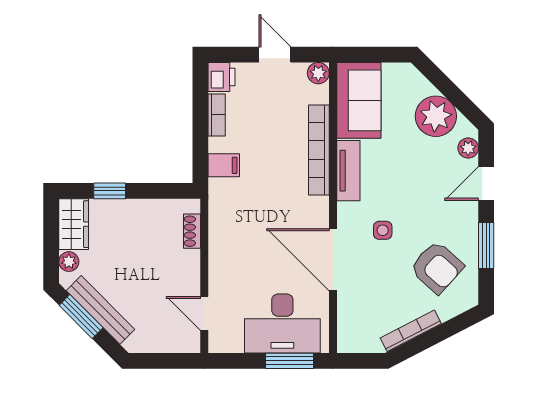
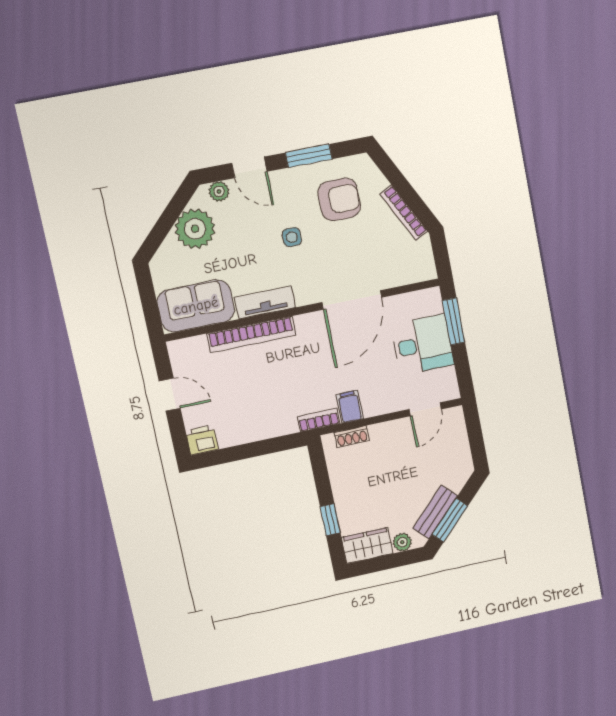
door: (275, 55) -> (170, 395), swing flipped
plant: (318, 73) -> (178, 350), removed
bookcase: (217, 115) -> (319, 420), moved
filing cabinet: (224, 165) -> (350, 407), moved
side table: (383, 230) -> (292, 237), moved
armchair: (437, 267) -> (339, 199), turned 48
bench: (100, 310) -> (435, 512), width x0.73
desk: (282, 323) -> (422, 345), width x0.73

